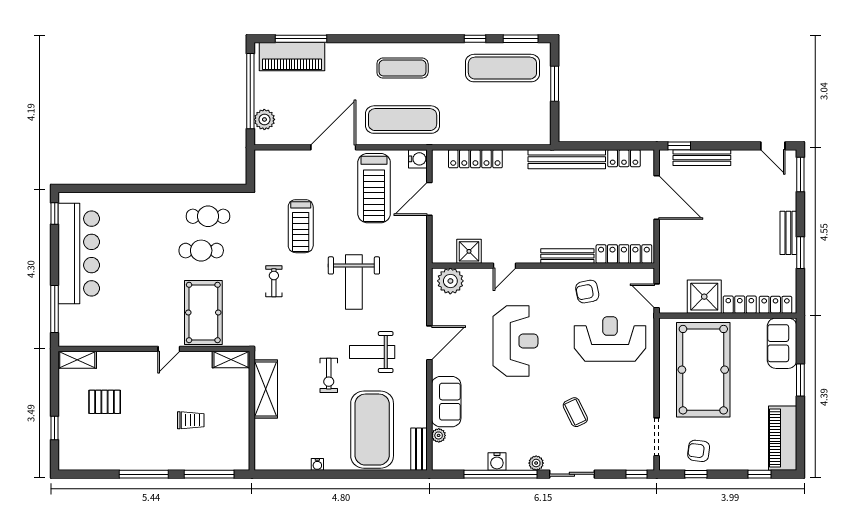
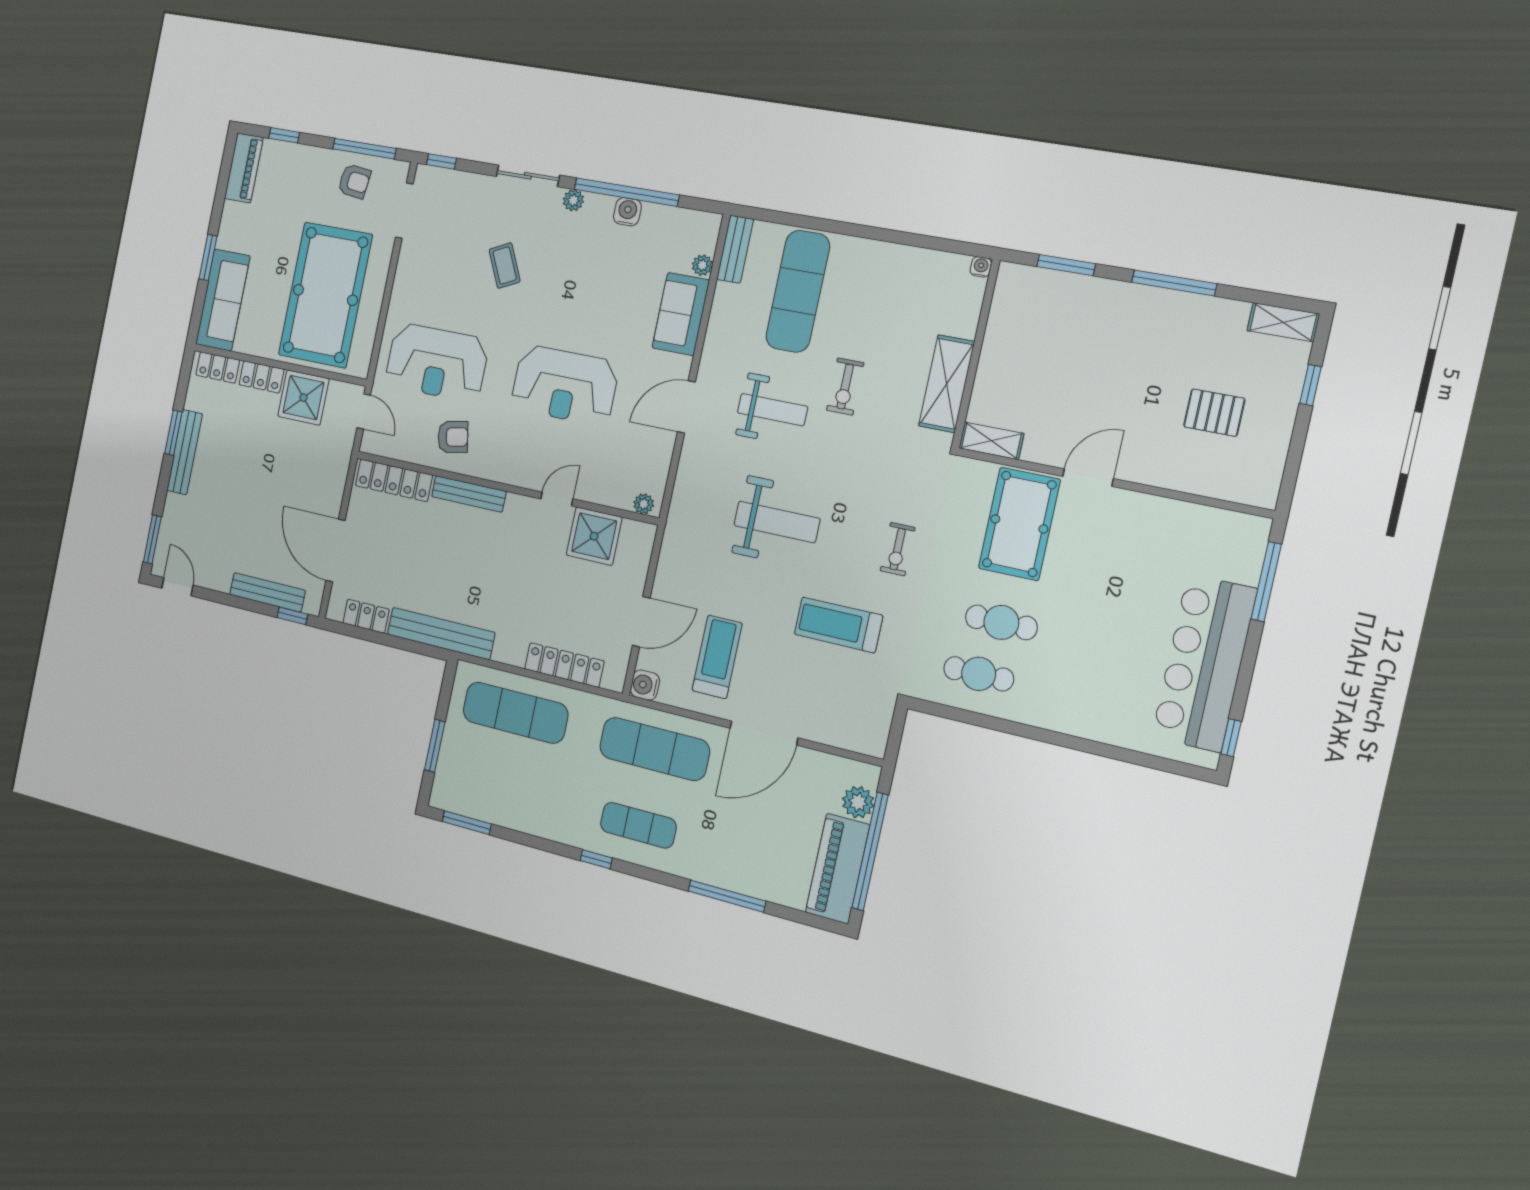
window: (301, 39) -> (727, 896), moved
window: (475, 39) -> (596, 859), moved
piano: (292, 57) -> (838, 869), moved, turned -90
exercise mat: (502, 68) -> (515, 713), moved
treadmill: (374, 188) -> (717, 657), width x0.73, depth x0.73
treadmill: (301, 226) -> (838, 625), turned -90
bench: (788, 233) -> (185, 452), width x1.36
shower: (469, 251) -> (594, 536), width x1.36, depth x1.36
plant: (450, 281) -> (644, 504), width x0.53, depth x0.53
weight bench: (354, 282) -> (777, 522), turned 90
reception desk: (515, 341) -> (565, 385), turned -90
sofa: (782, 343) -> (223, 300), width x1.36
door: (169, 349) -> (1088, 478), width x1.38
shelving: (77, 360) -> (1283, 322), moved
exercise bike: (329, 375) -> (845, 387), turned 180
trolley: (191, 420) -> (1077, 357), removed
exercise mat: (372, 430) -> (798, 291), width x0.68
piano: (783, 438) -> (244, 168), width x0.73, depth x0.75
water cooler: (317, 464) -> (981, 267), moved
window: (209, 474) -> (1066, 265), width x0.69
window: (696, 474) -> (364, 149), width x2.17

